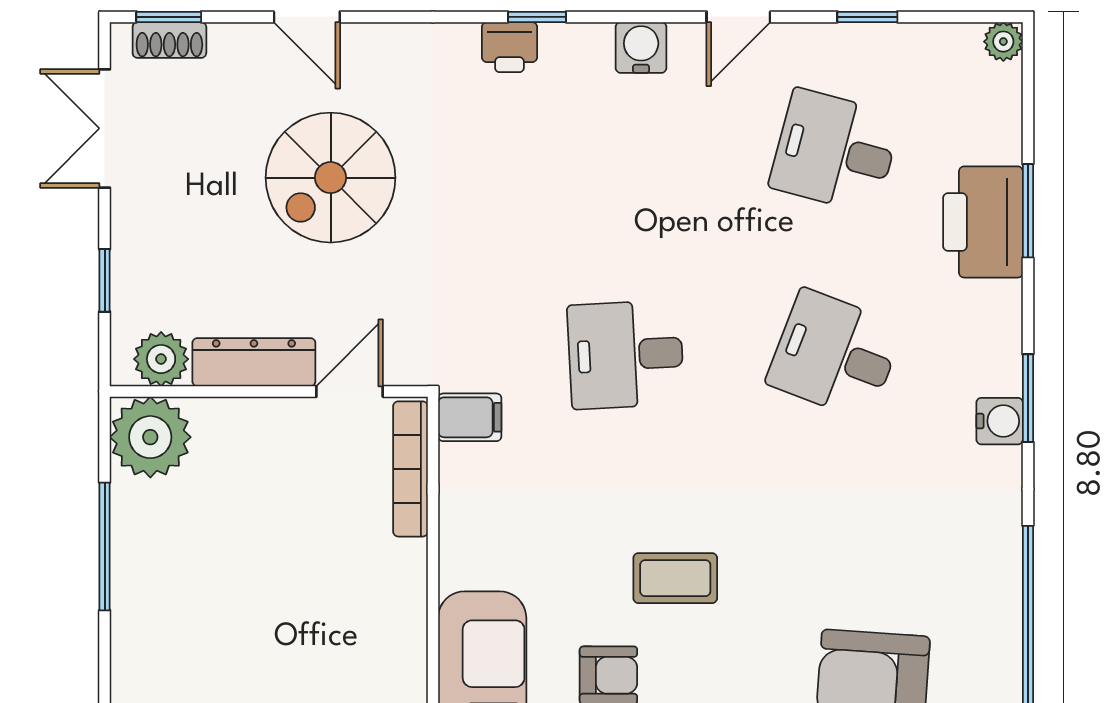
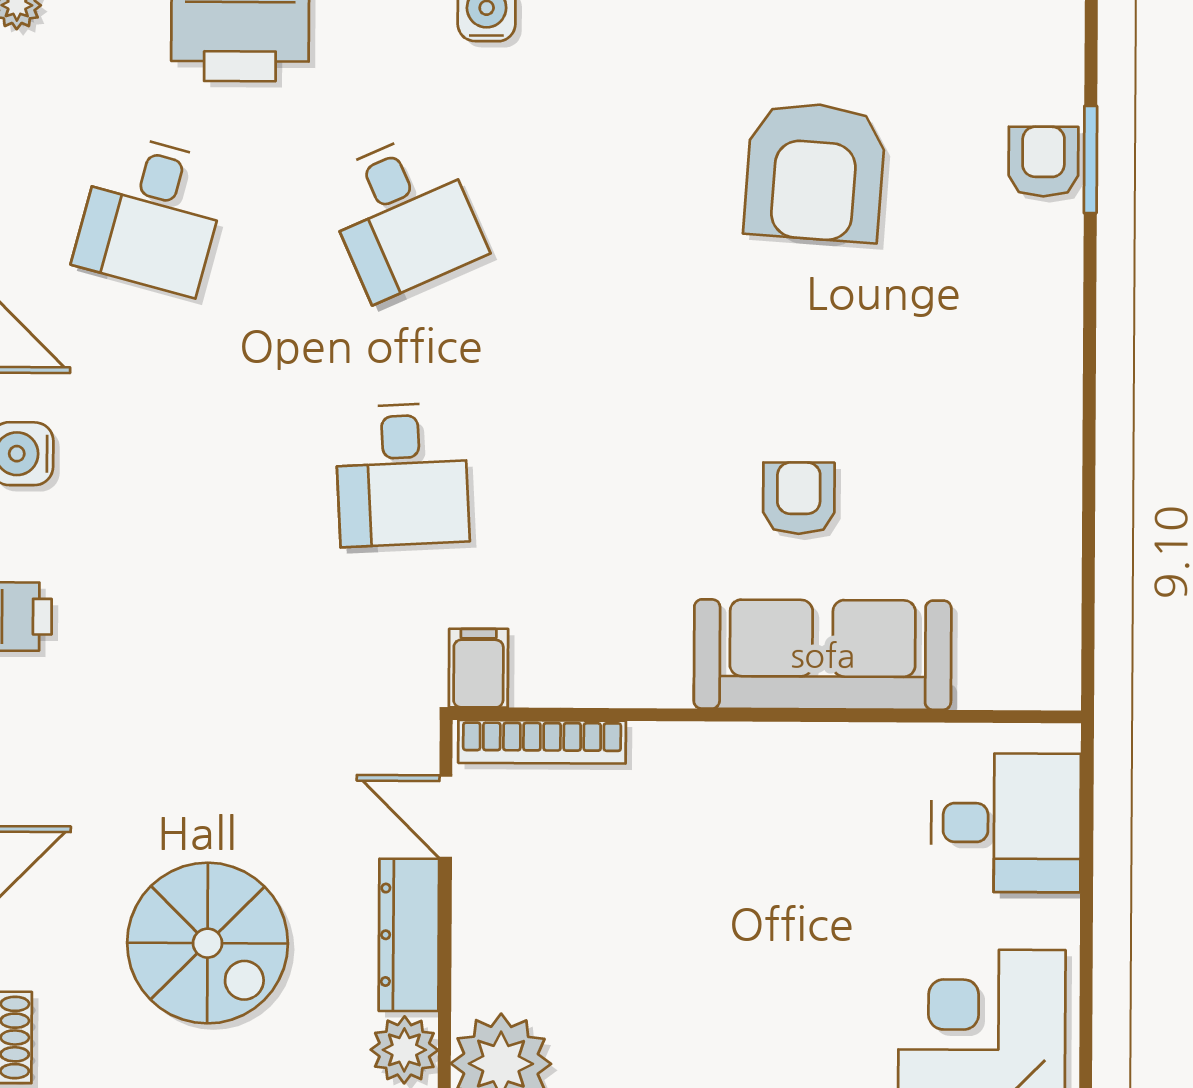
spiral stairs: (331, 178) -> (208, 943), moved
desk: (835, 355) -> (403, 216), turned -45
coffee table: (675, 578) -> (679, 415), removed

